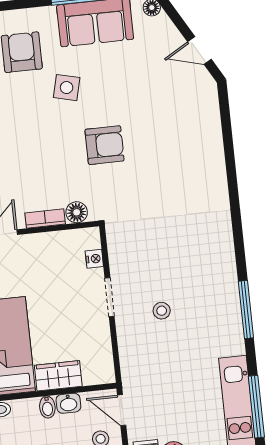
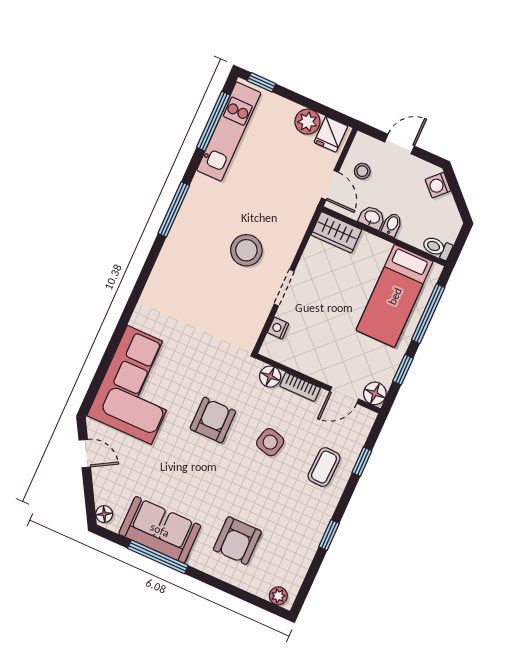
side table: (67, 88) -> (270, 442), moved
corner sofa: (187, 138) -> (139, 385), added
armchair: (105, 145) -> (213, 420), turned 90
stool: (162, 311) -> (246, 250), width x1.89, depth x1.89
wardrobe: (58, 376) -> (336, 232), moved

